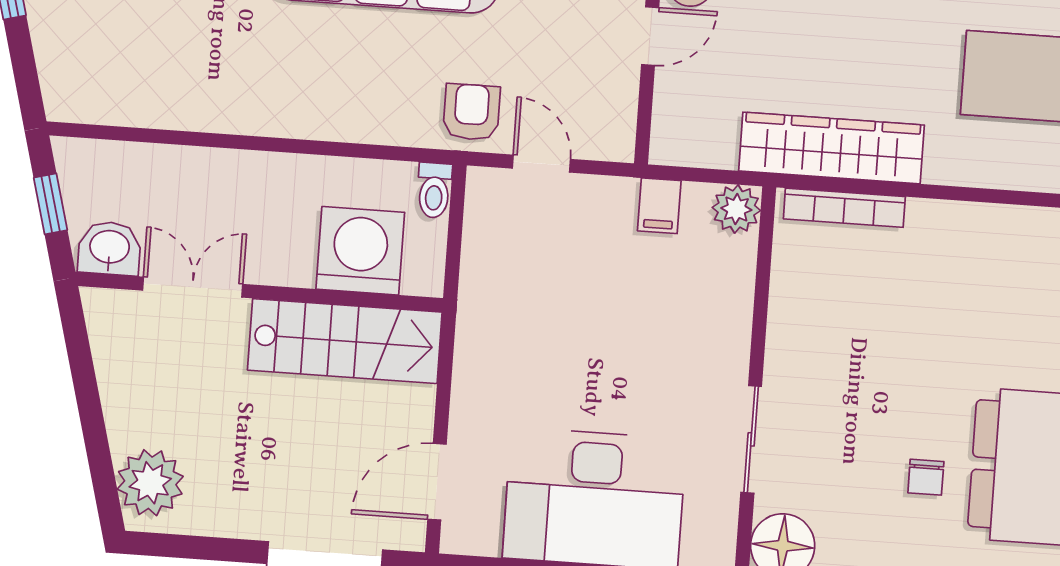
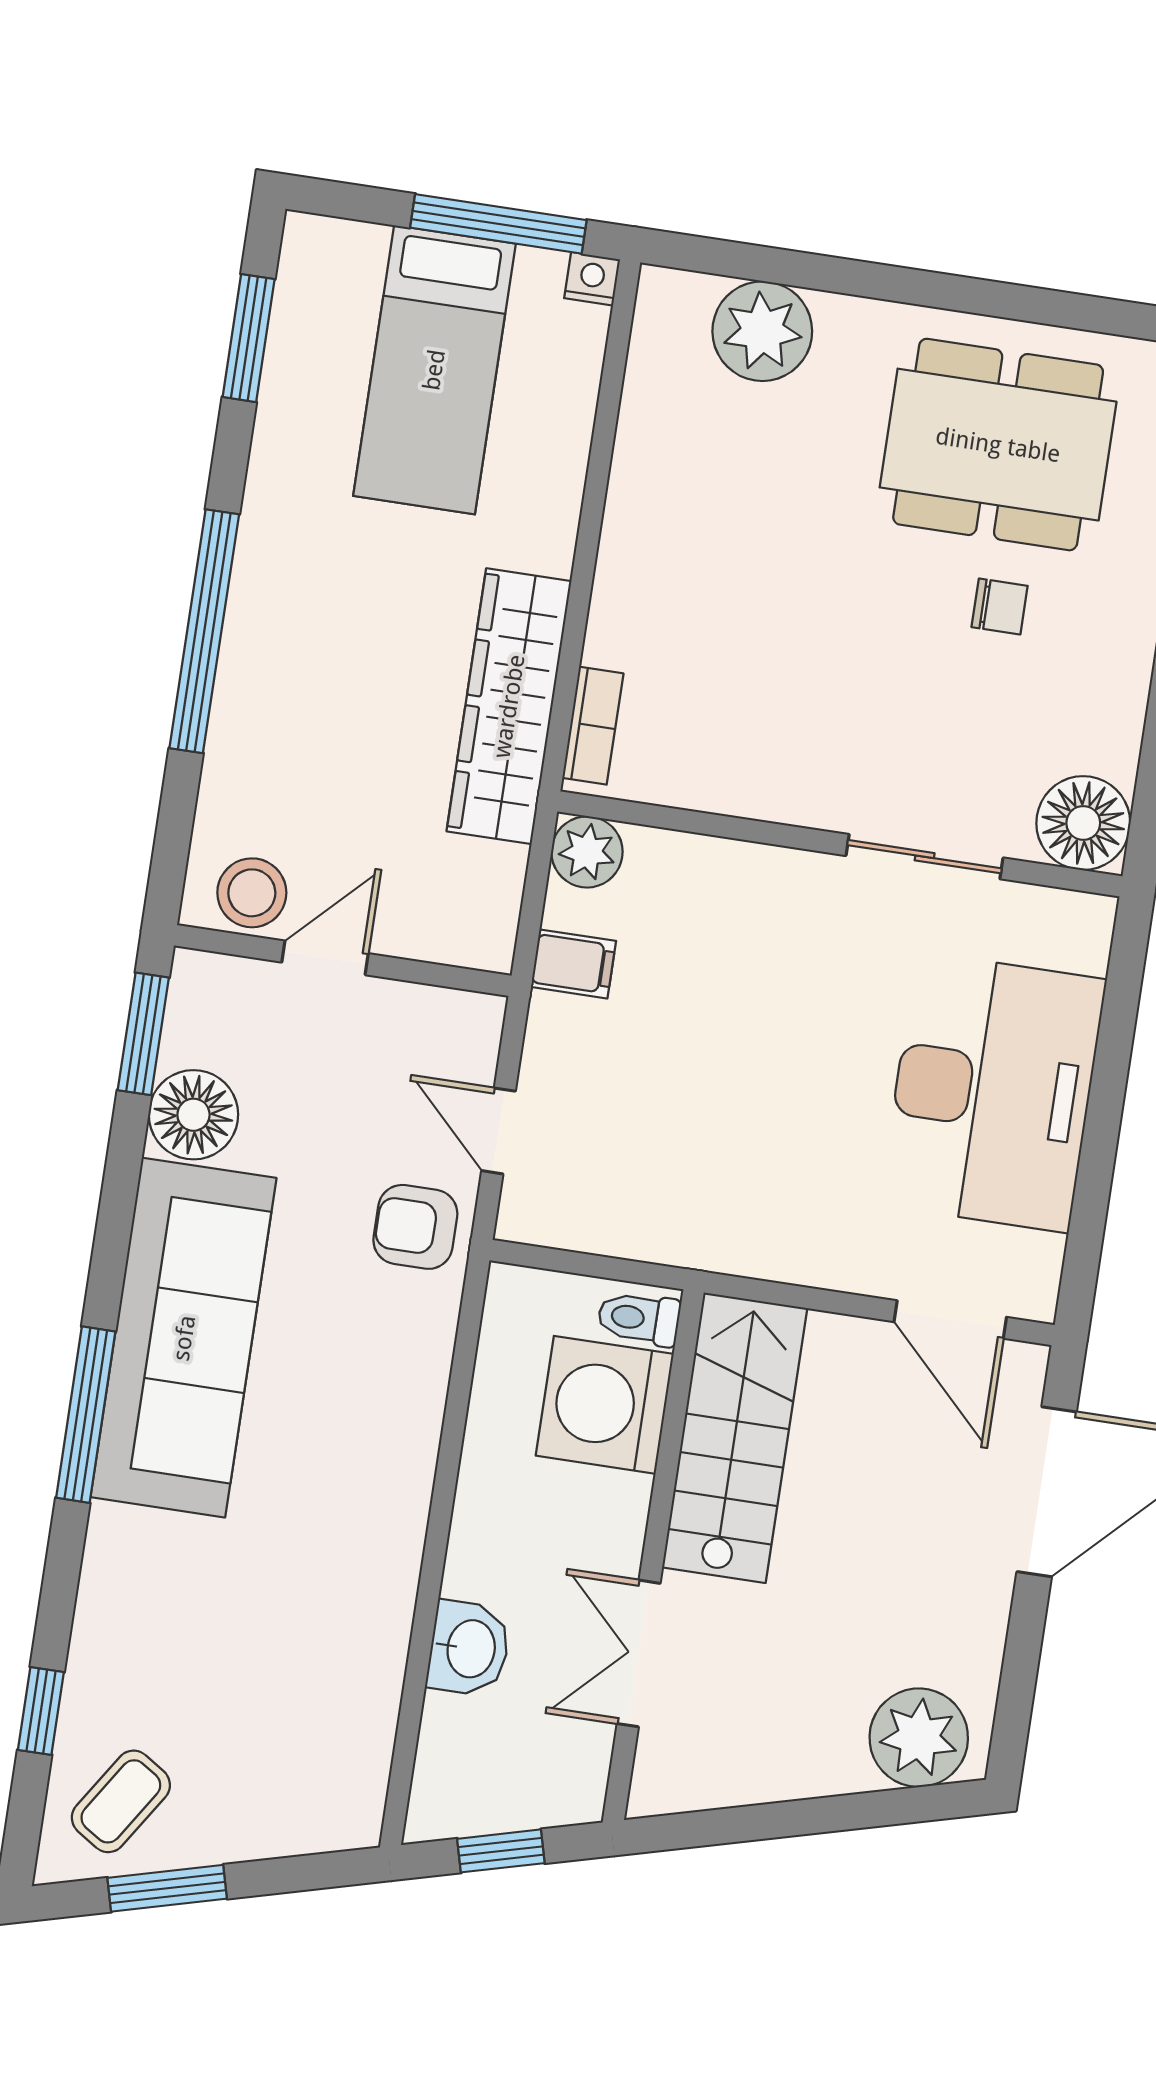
door: (650, 36) -> (325, 958), hinge flipped
door: (541, 164) -> (499, 1131), hinge flipped
toilet: (434, 190) -> (639, 1318), moved, turned 180
bookcase: (844, 208) -> (593, 726), width x0.64
washbasin: (109, 248) -> (469, 1648), moved, turned 180

